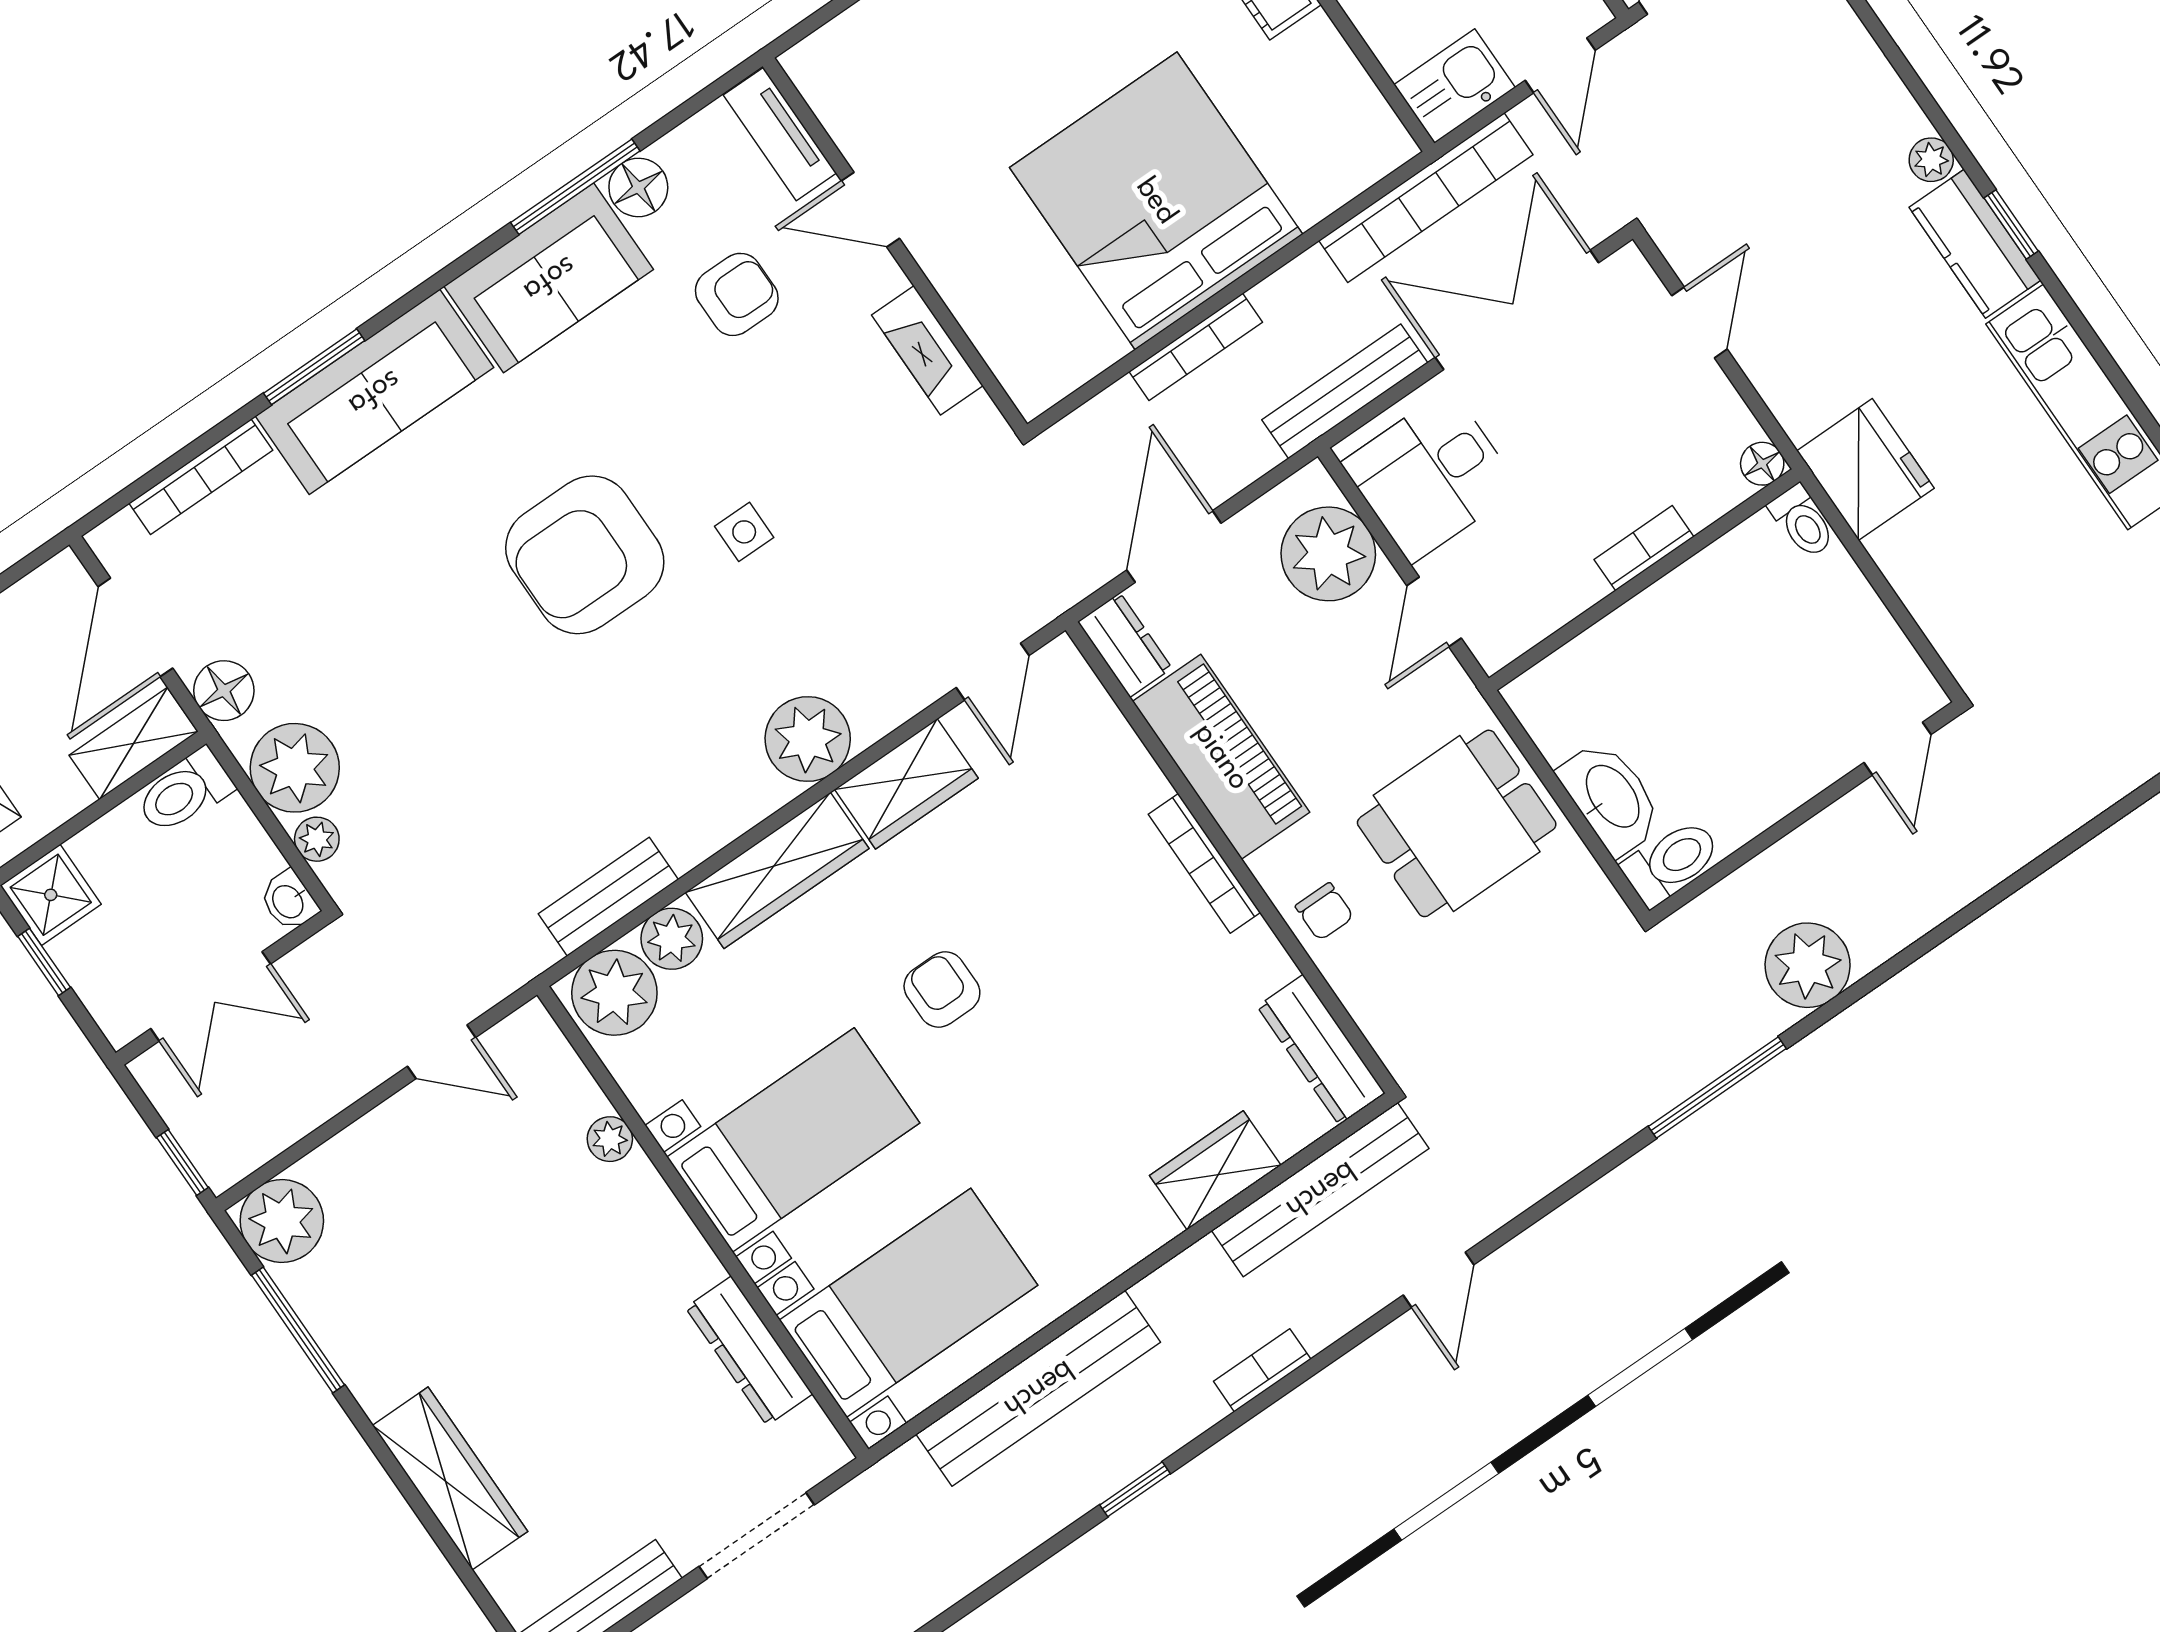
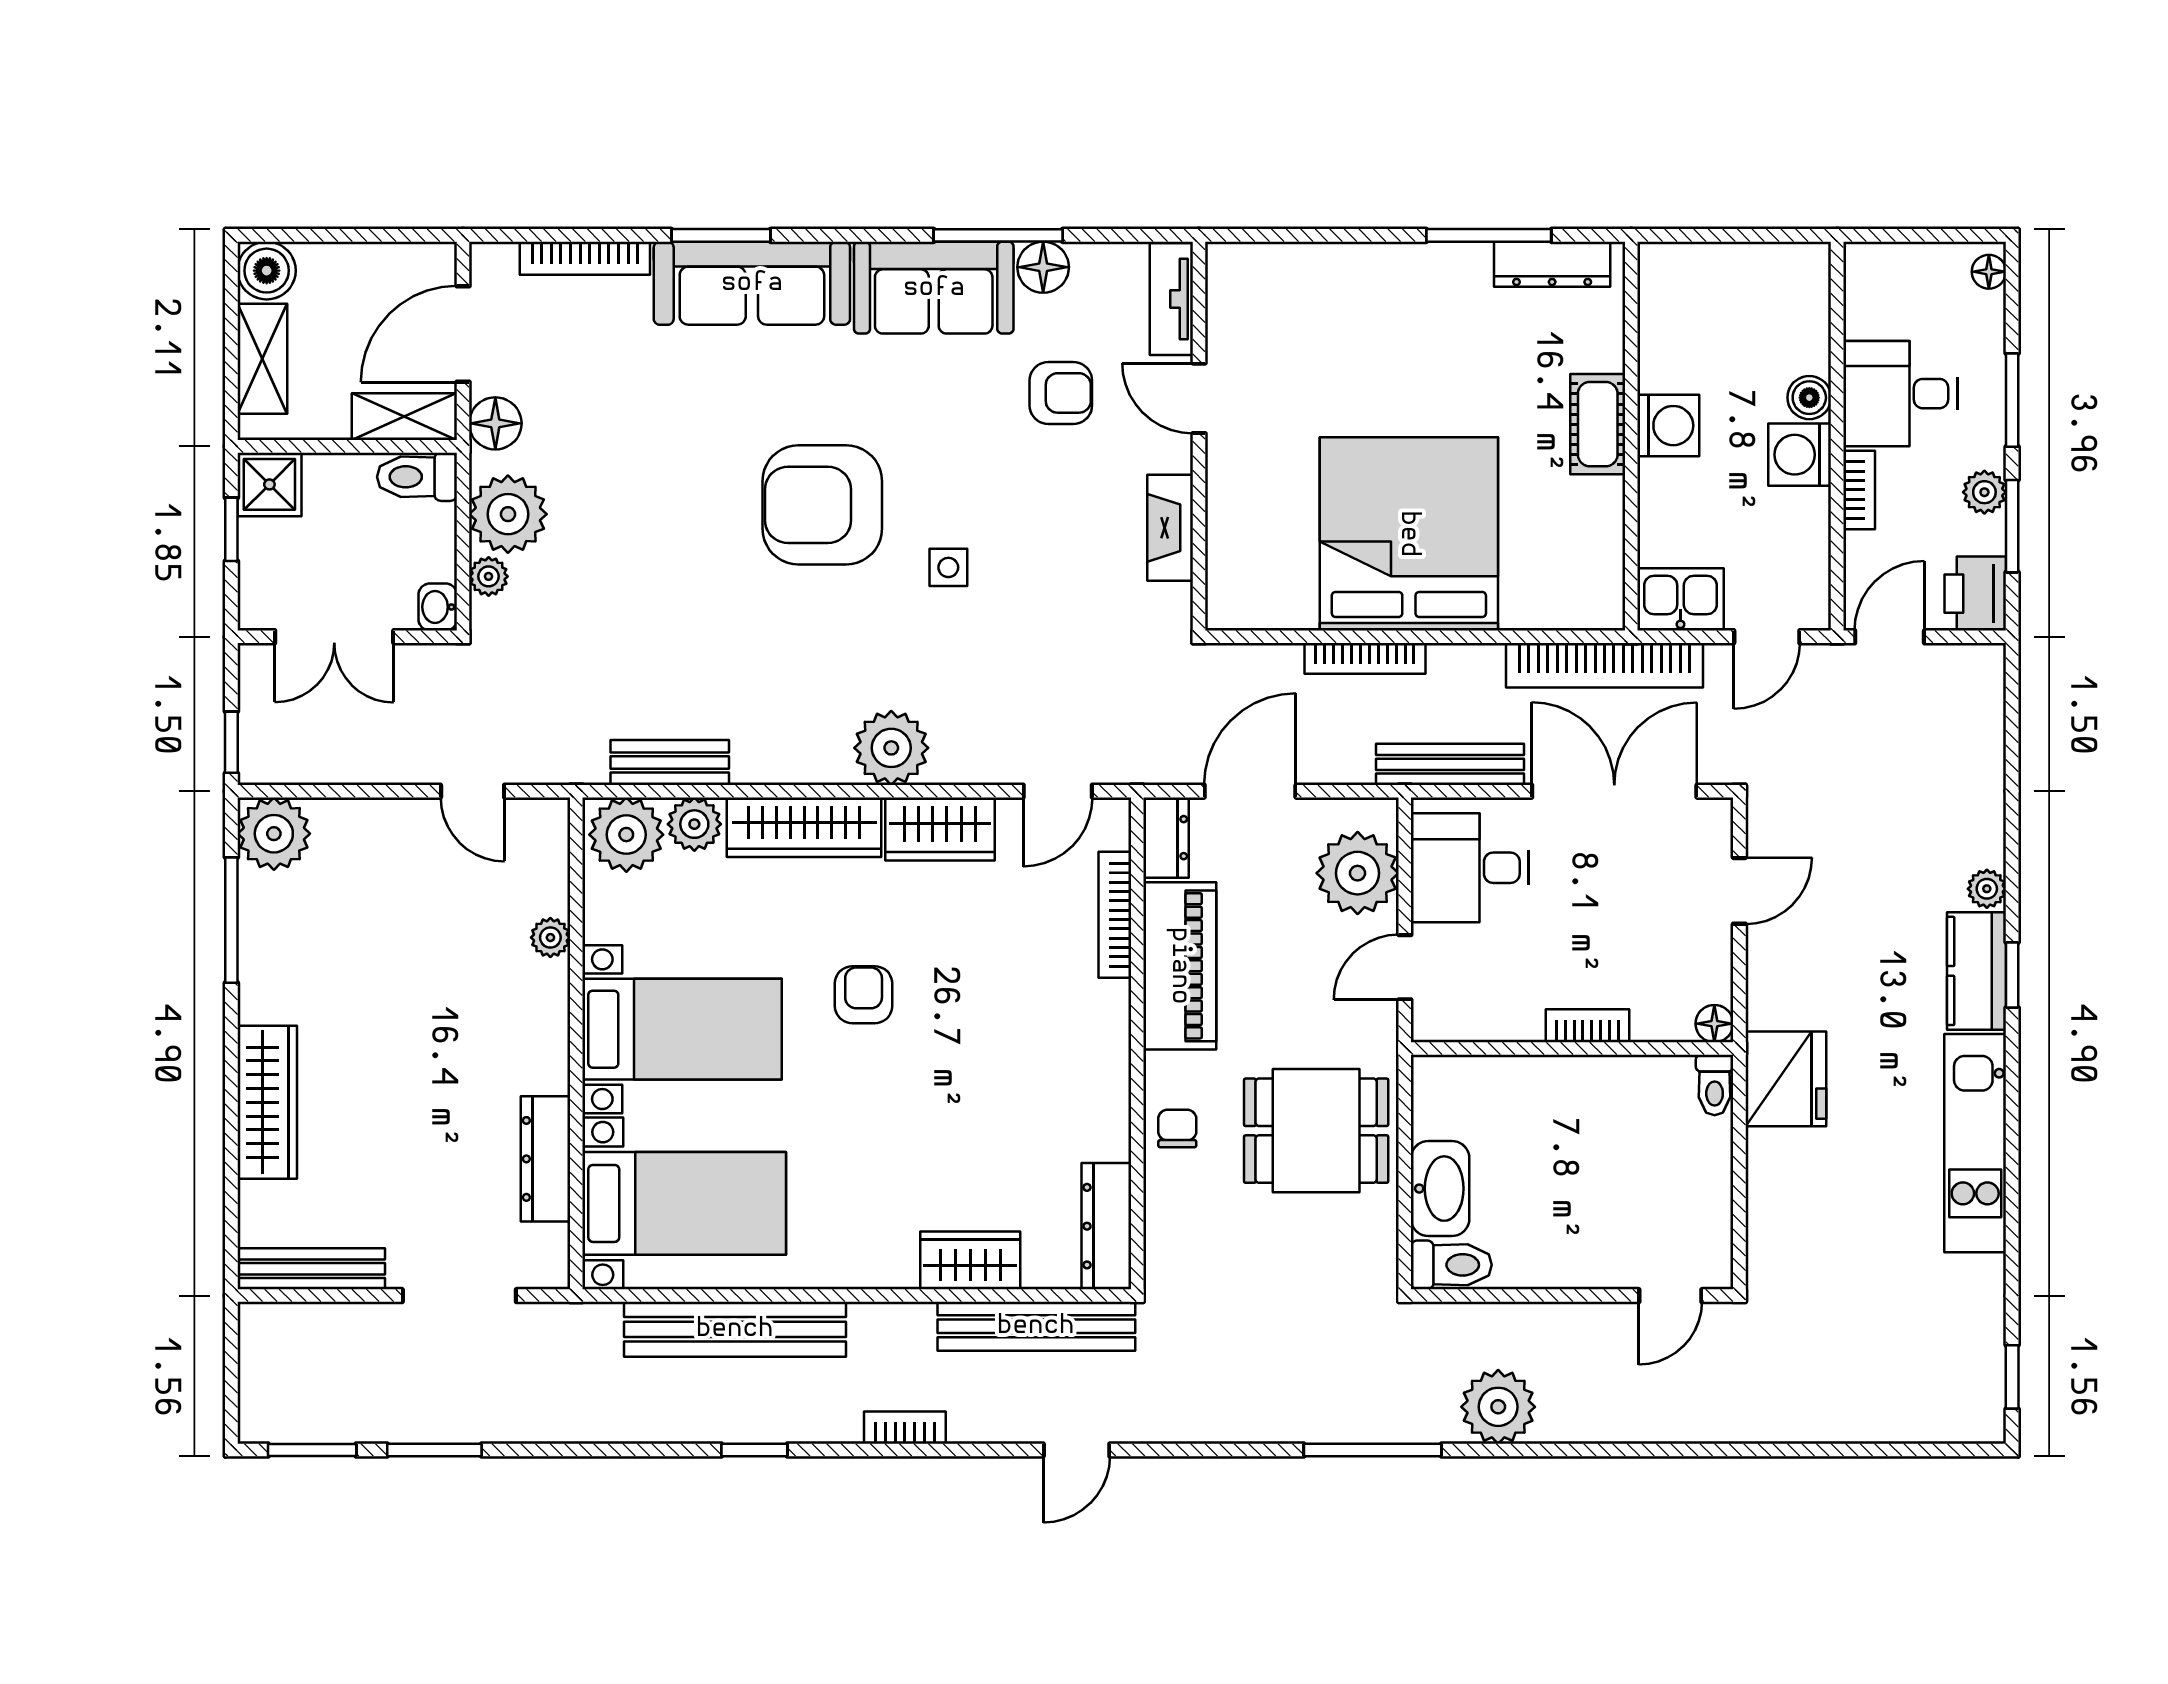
bookcase: (1204, 863) -> (1115, 915), moved
chair: (1324, 912) -> (1177, 1129), turned 180

